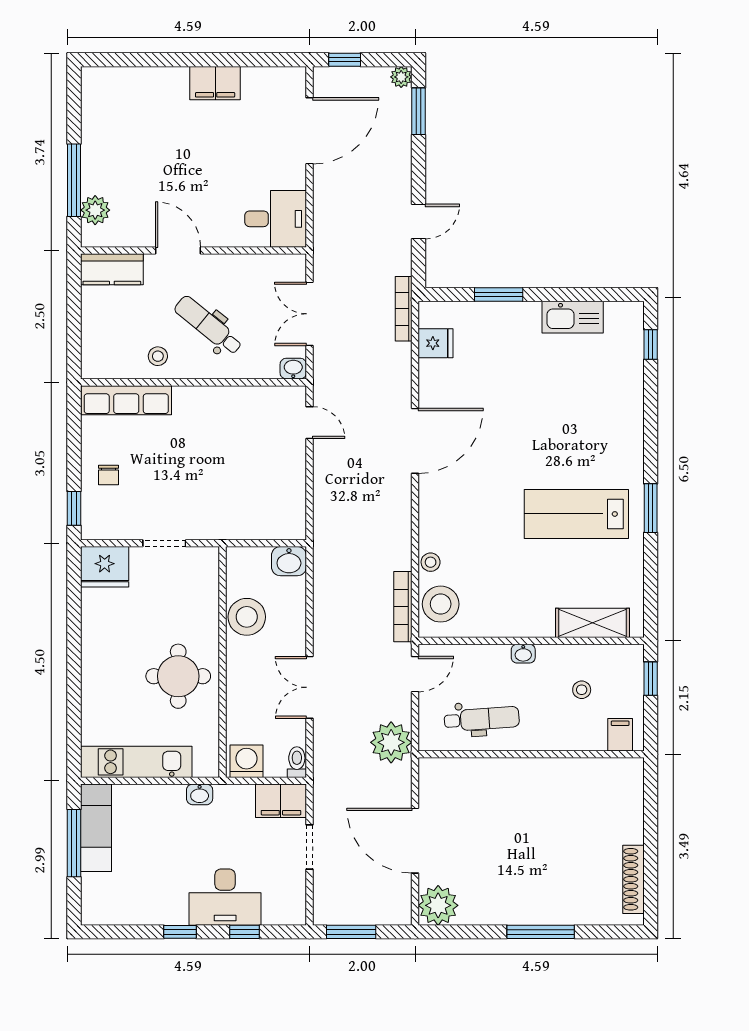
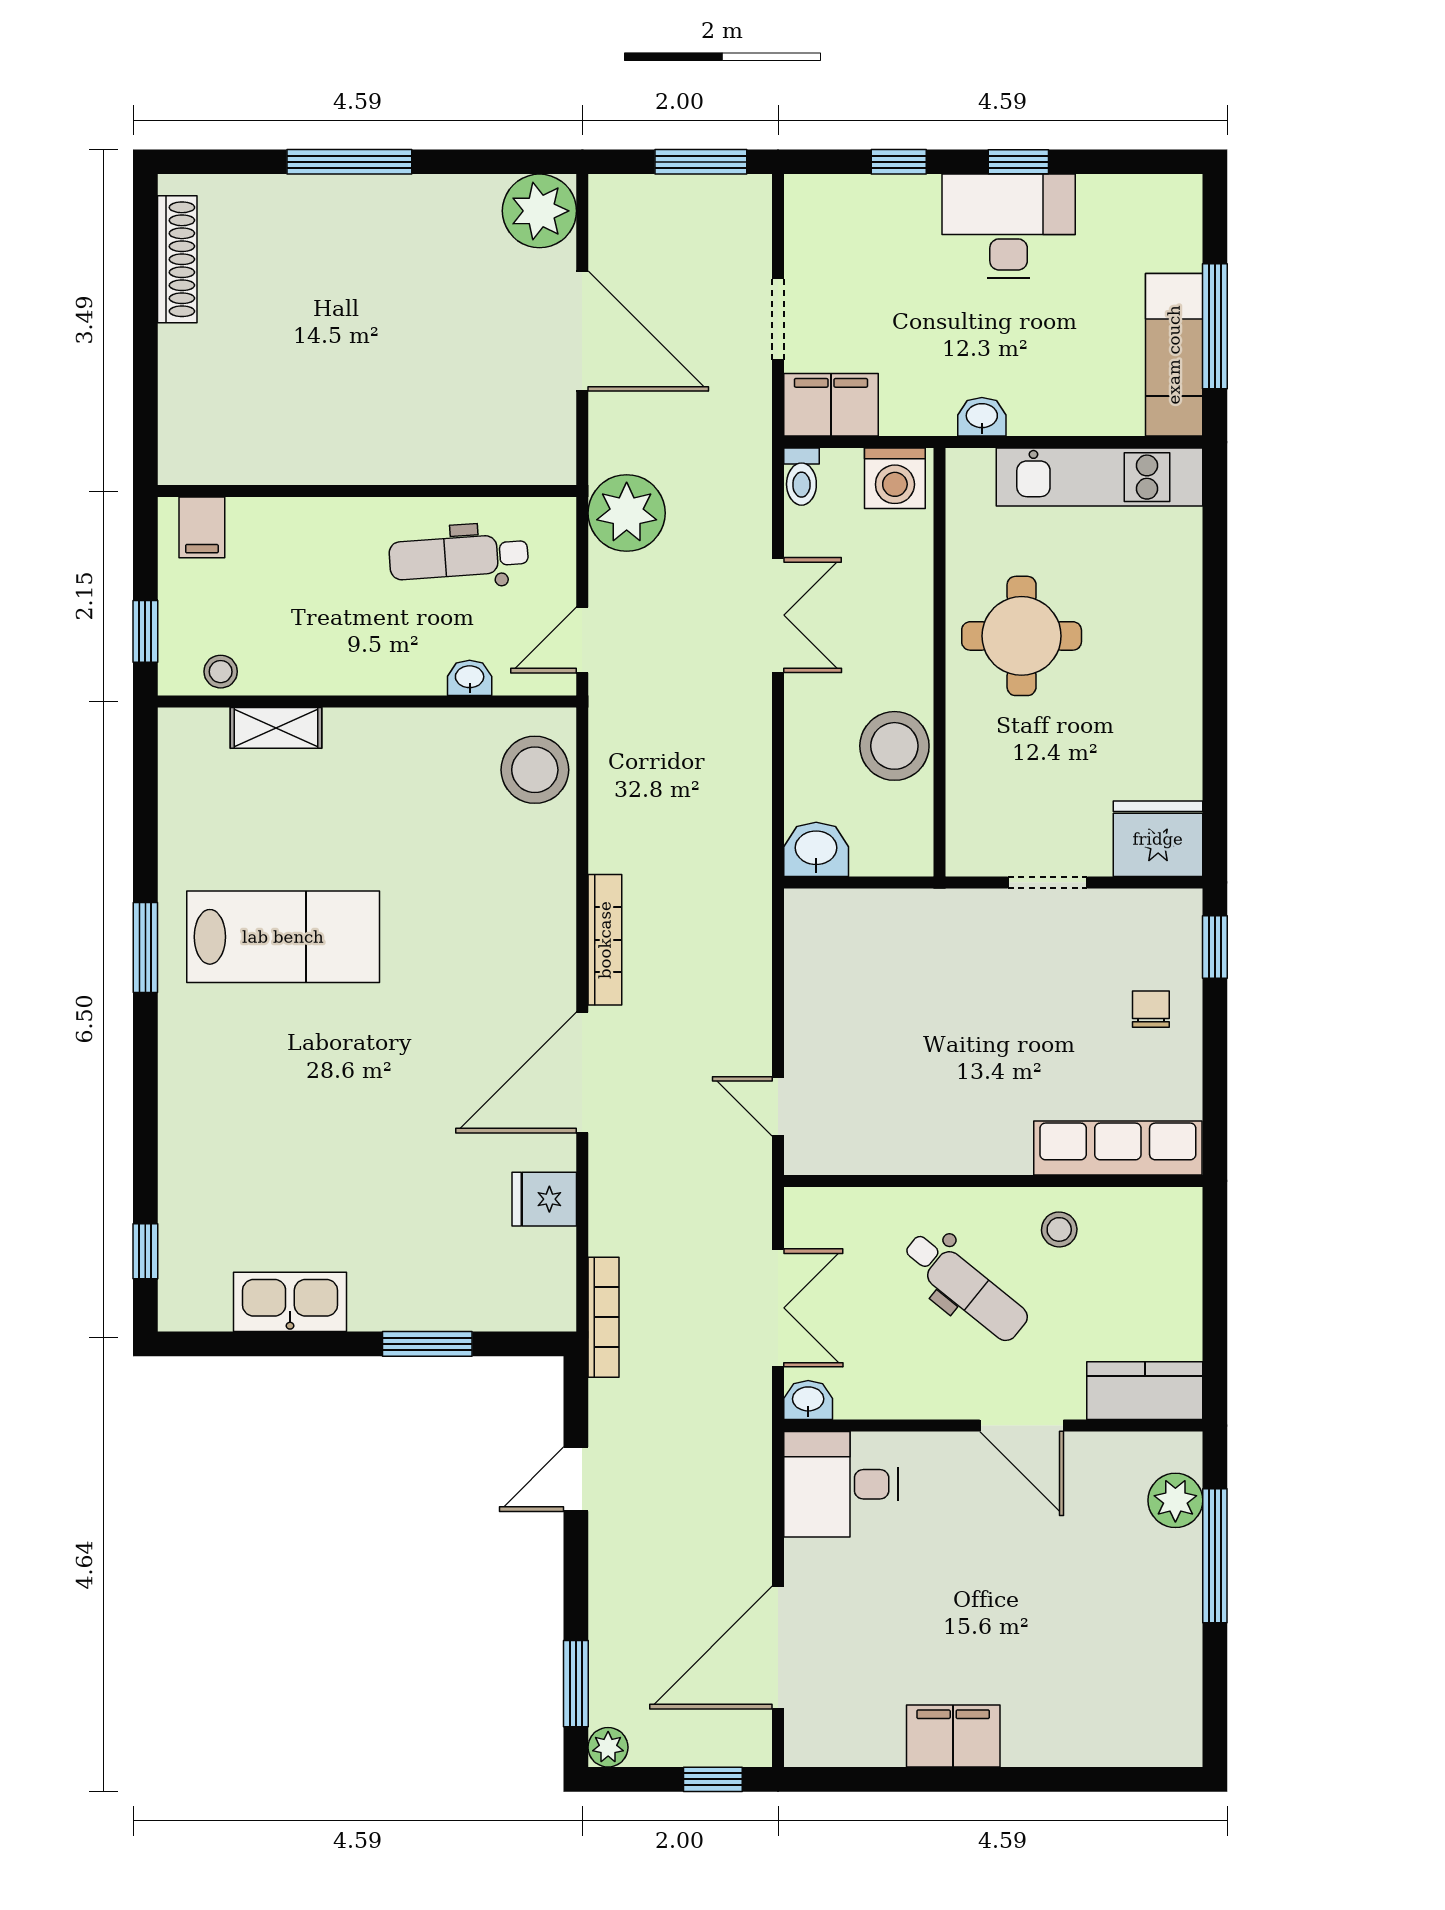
fridge: (436, 343) -> (544, 1199), moved
washbasin: (293, 369) -> (808, 1400), moved, turned 180
stool: (431, 562) -> (554, 847), removed
bookcase: (403, 607) -> (605, 940), moved
shelving: (592, 623) -> (276, 728), width x0.67, depth x0.75
washbasin: (523, 654) -> (470, 678), moved
stool: (582, 690) -> (221, 672), moved
desk: (225, 897) -> (1009, 226), moved

